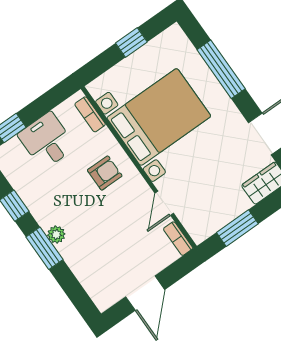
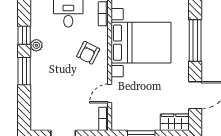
armchair: (105, 173) -> (88, 53), turned 117
plant: (56, 235) -> (36, 45), moved

